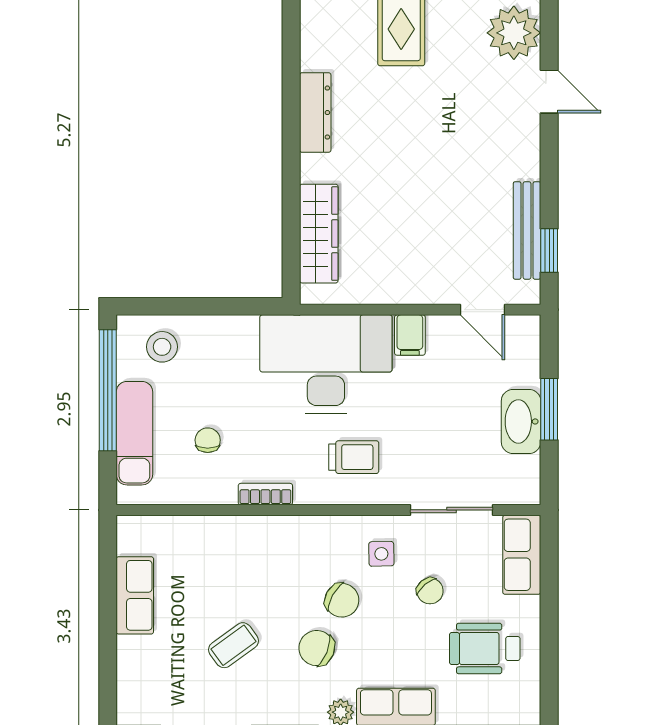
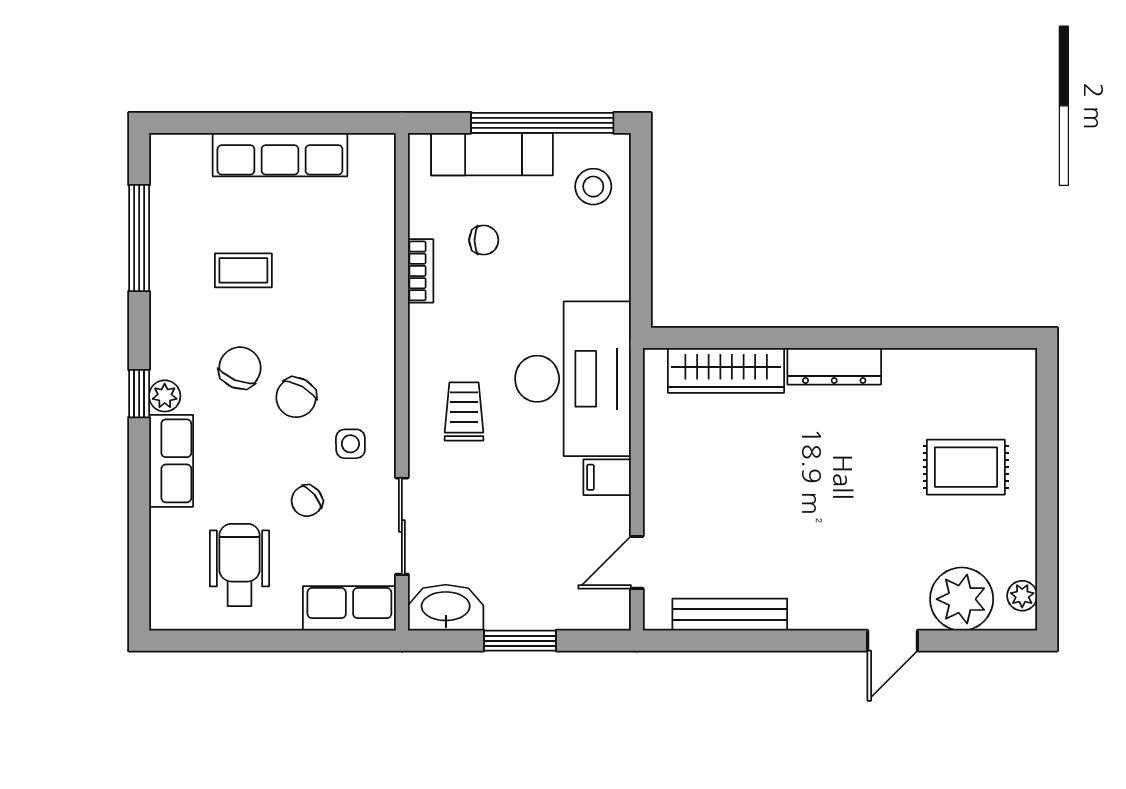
dresser: (315, 113) -> (834, 366), moved
window: (549, 251) -> (706, 641), removed
washbasin: (521, 421) -> (446, 608), moved
trolley: (354, 457) -> (464, 412), turned 180
bookcase: (265, 494) -> (421, 271), moved
row of seats: (135, 595) -> (280, 155), width x1.48
coffee table: (234, 645) -> (243, 270), turned -54

